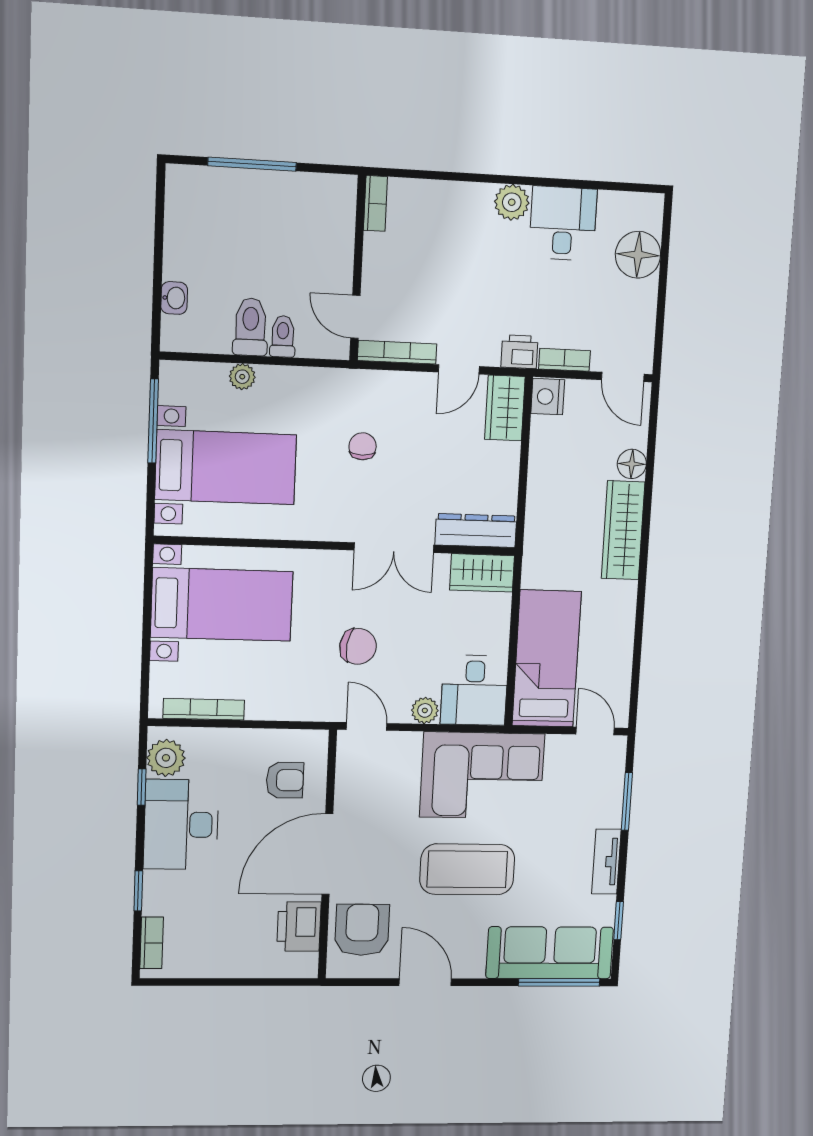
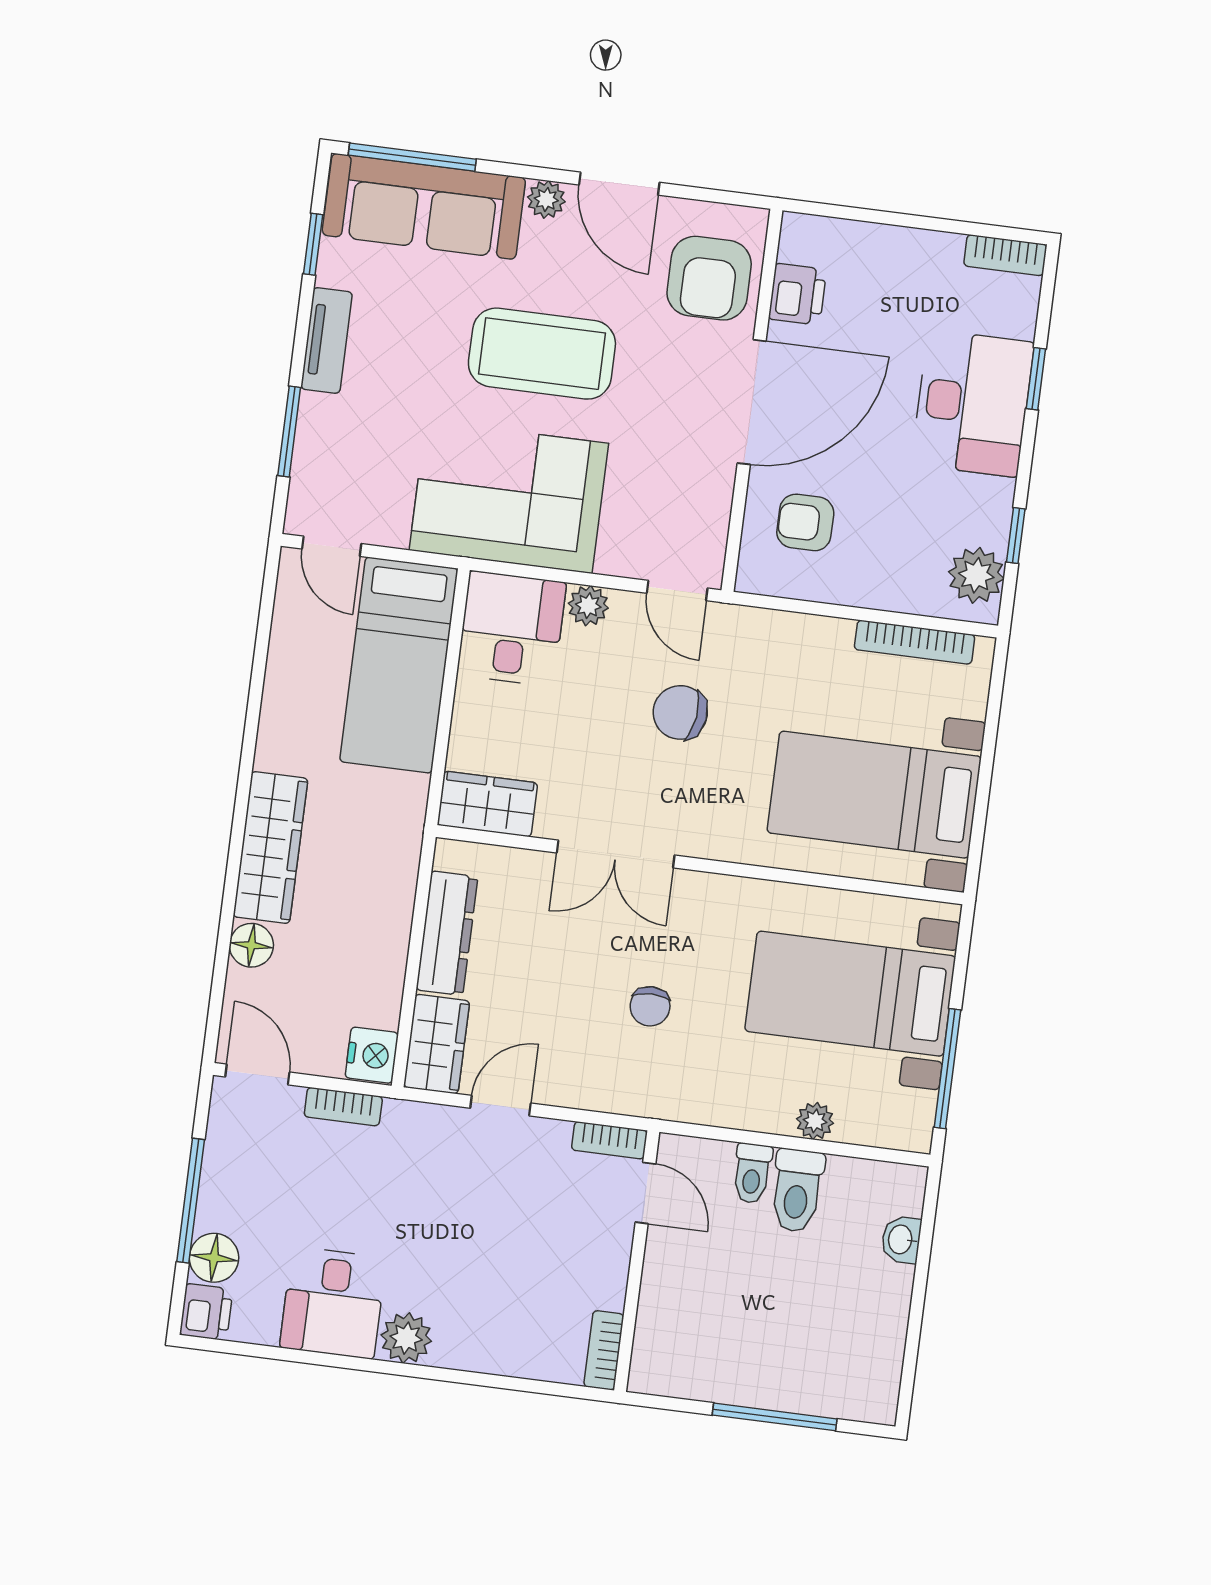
floor lamp: (638, 255) -> (214, 1258), width x0.73, depth x0.73
window: (662, 287) -> (191, 1201), added
bookcase: (397, 352) -> (609, 1140), width x0.64
printer: (519, 352) -> (206, 1312), moved, turned -90
dresser: (476, 531) -> (447, 933), moved, turned -90
double door: (394, 548) -> (616, 854), swing flipped
desk: (181, 825) -> (973, 403), moved
printer: (299, 926) -> (797, 294), width x0.73, depth x0.81
bookcase: (152, 943) -> (1005, 255), moved, turned -90
plant: (472, 967) -> (546, 199), added

